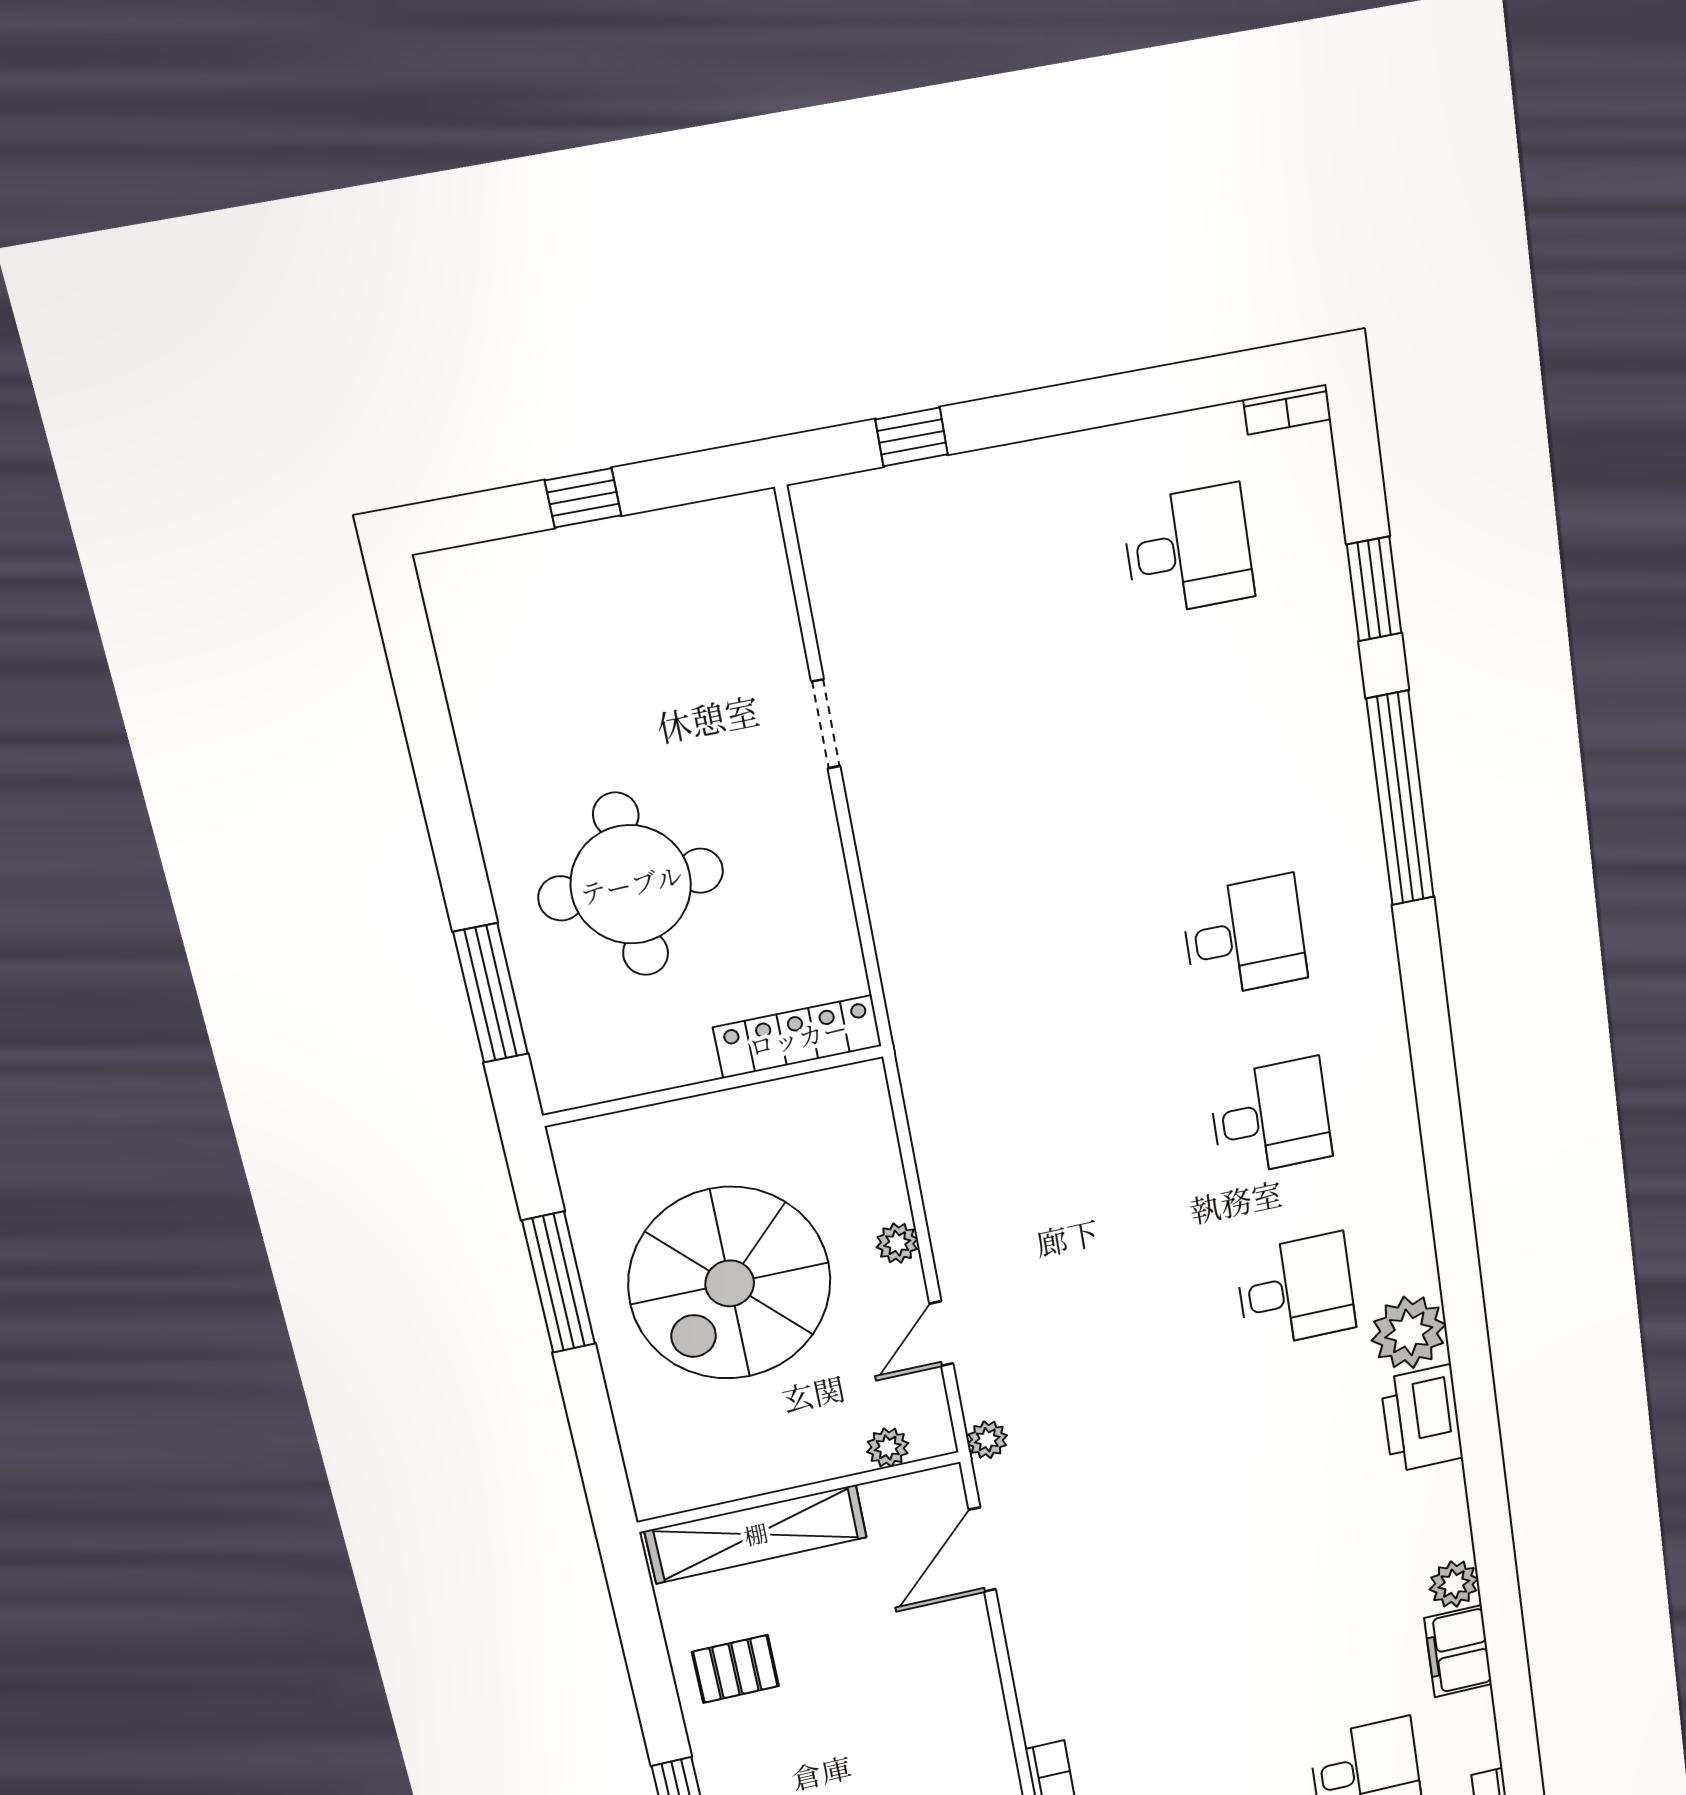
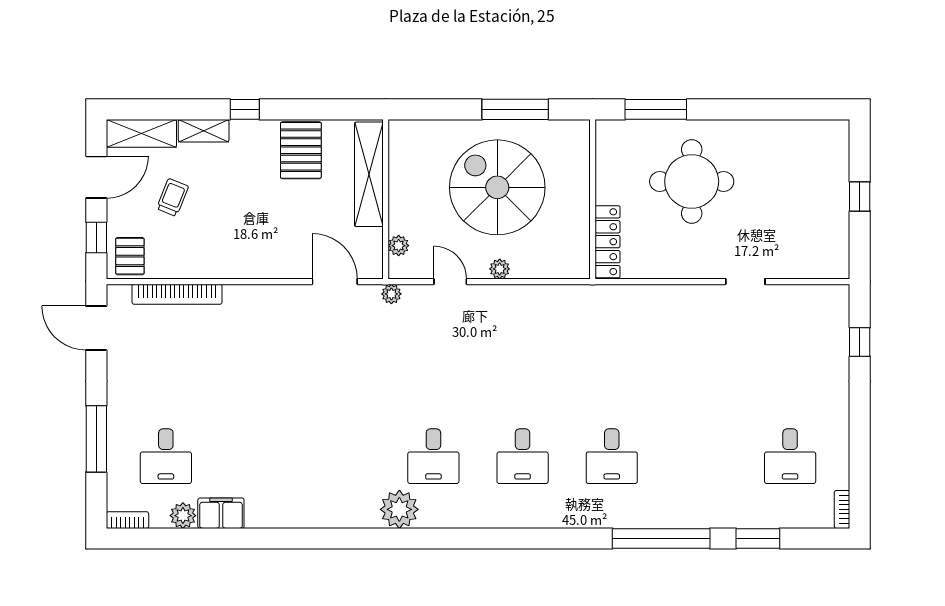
printer: (1422, 1419) -> (352, 510), removed
plant: (1454, 1584) -> (183, 516), moved
pallet: (735, 1669) -> (301, 150), width x1.50, depth x1.42

